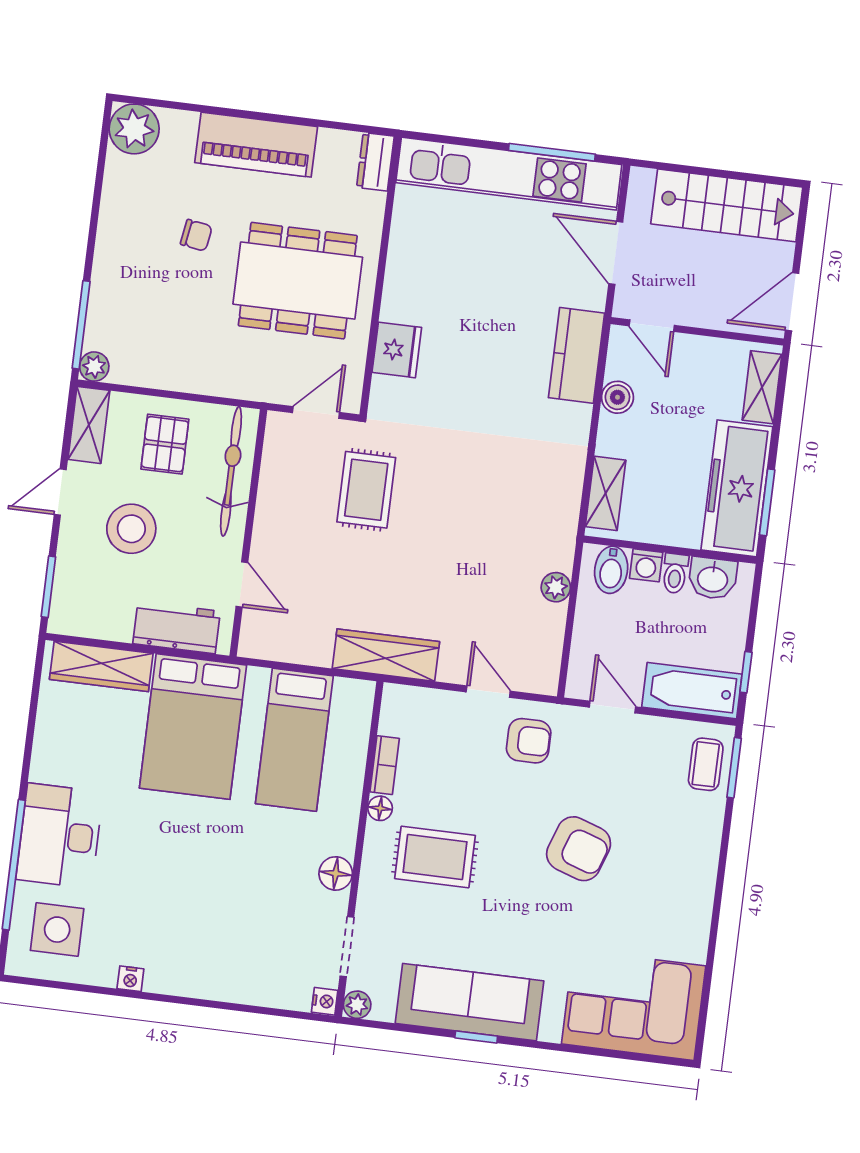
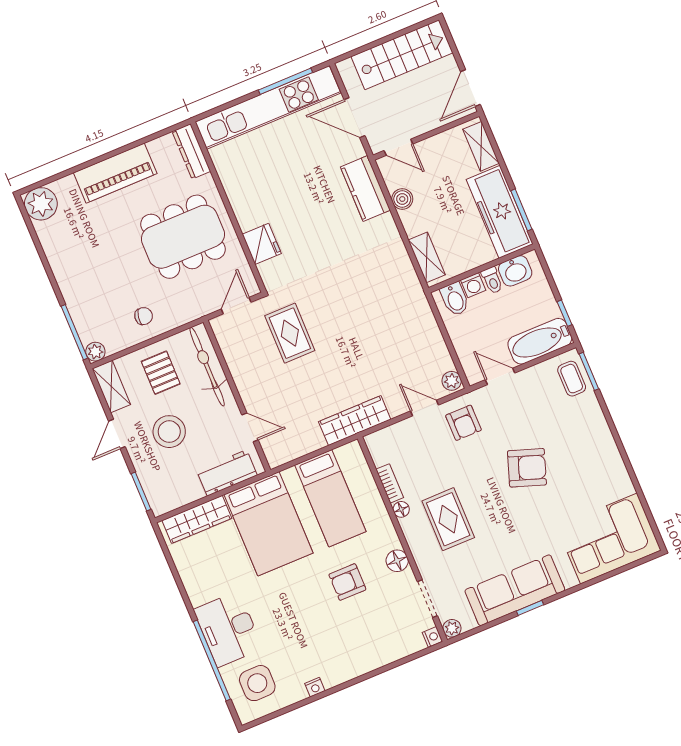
dresser: (375, 162) -> (191, 151), width x1.44
chair: (196, 235) -> (144, 316), moved
plant: (556, 587) -> (452, 381), moved
armchair: (529, 741) -> (463, 423), turned 90
rug: (435, 857) -> (448, 519), turned 90
armchair: (254, 864) -> (347, 582), added

